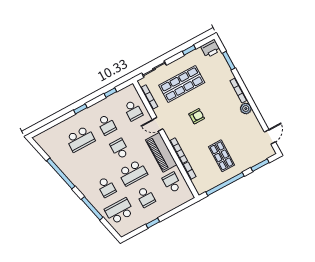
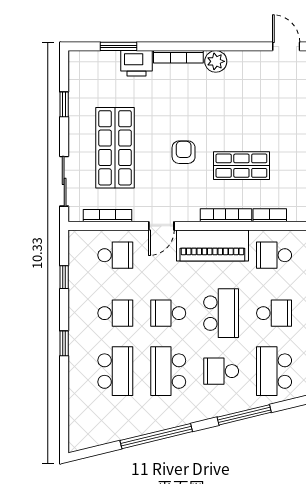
printer: (211, 48) -> (137, 63), moved, turned 90
shop shelf: (222, 156) -> (241, 166), moved
school desk: (93, 163) -> (168, 371), added
school desk: (106, 187) -> (221, 371), turned 180

